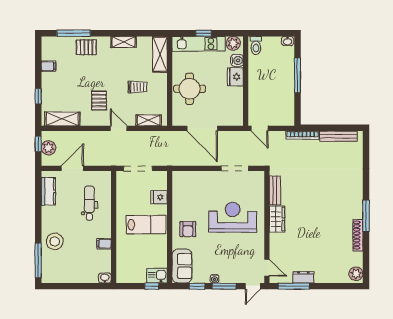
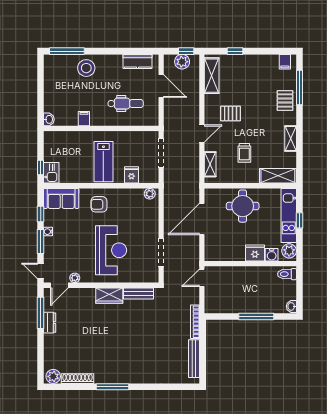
filing cabinet: (49, 66) -> (285, 62), moved
plant: (177, 180) -> (150, 194), added
shoe rack: (358, 235) -> (77, 379), moved
plant: (260, 253) -> (75, 278), added

